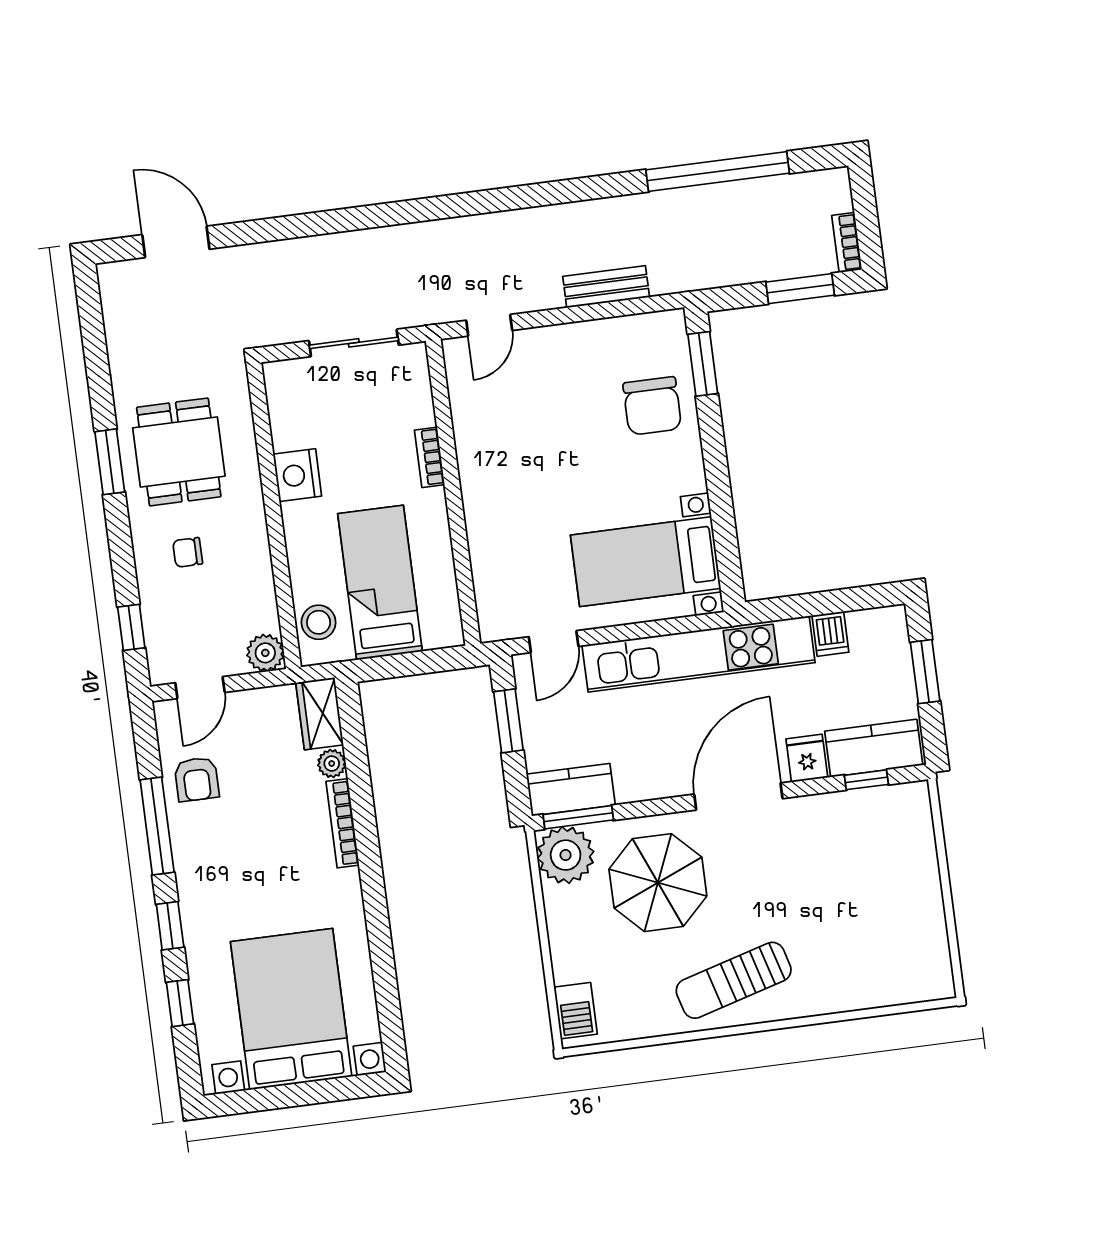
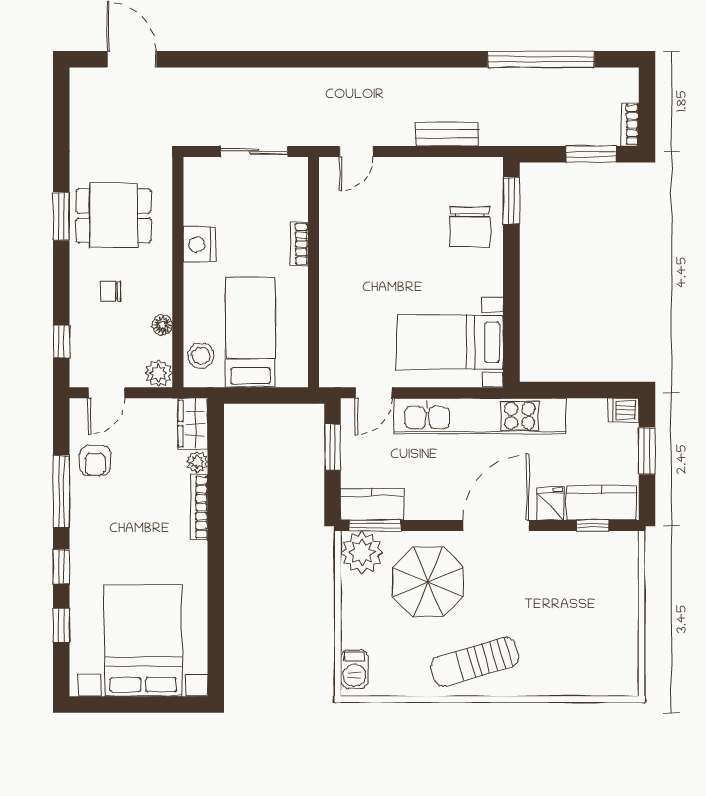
dining table: (179, 452) -> (114, 216), turned 90
floor lamp: (262, 588) -> (162, 325), added
dishwasher: (830, 634) -> (623, 410), moved, turned 90

